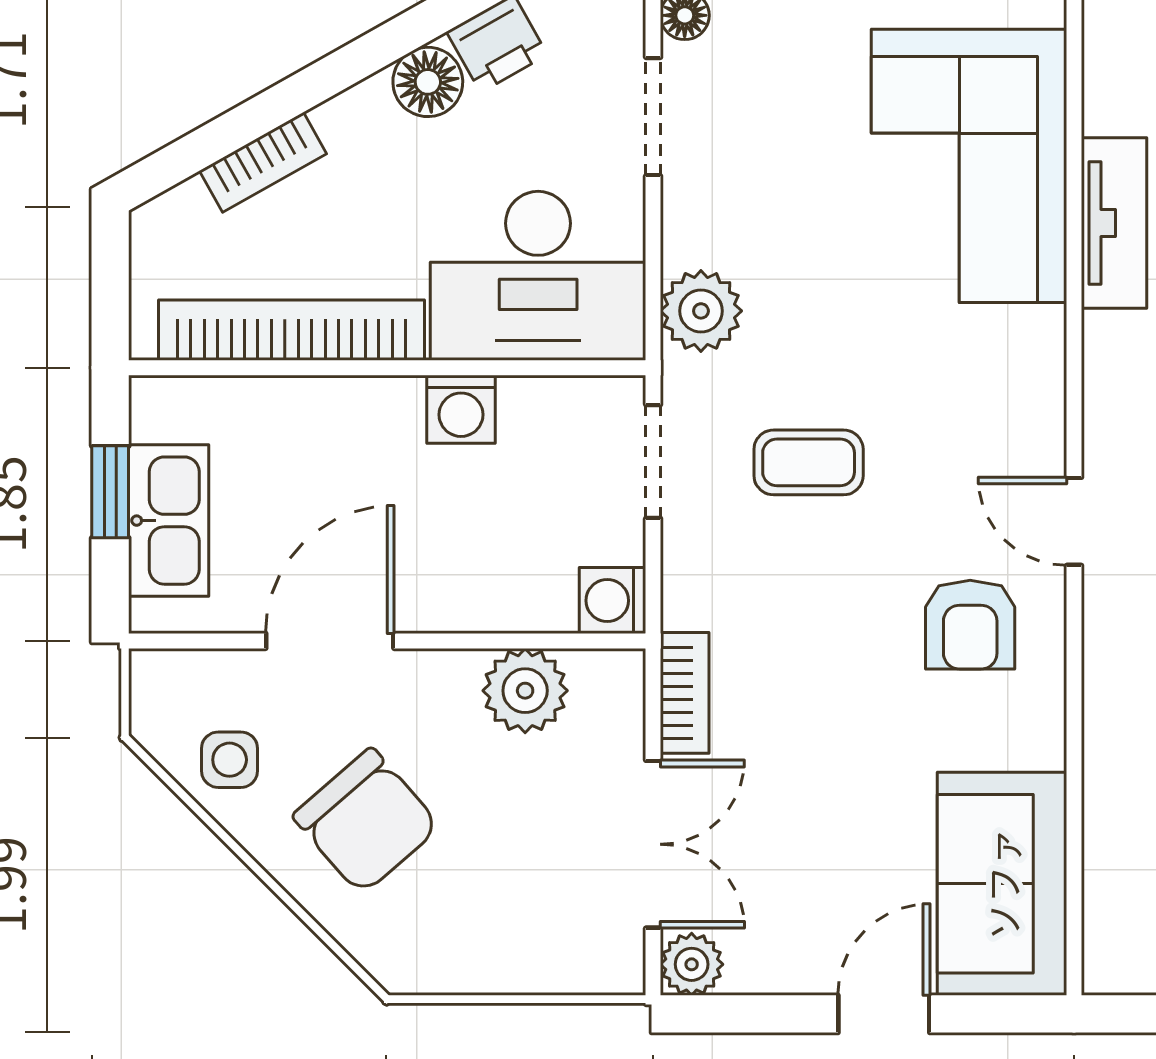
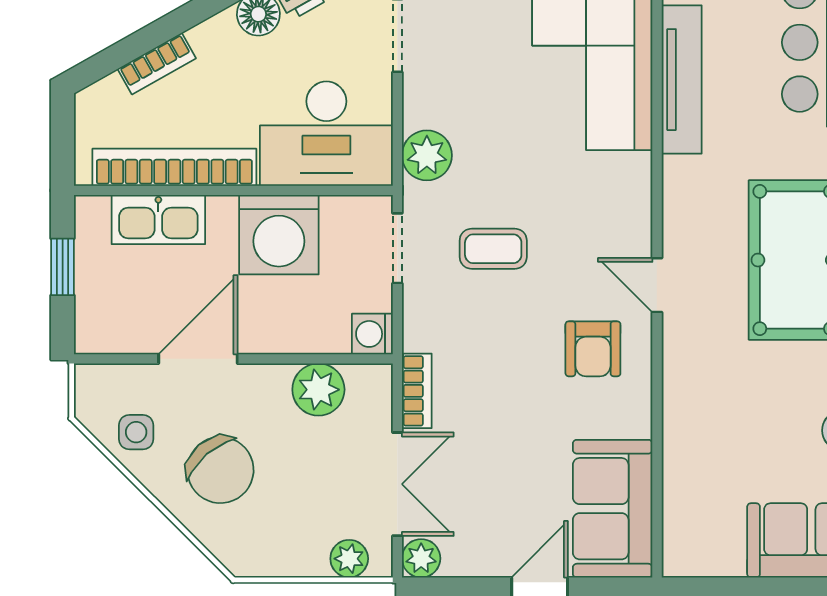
tv unit: (1114, 223) -> (682, 80), width x1.41
washing machine: (461, 409) -> (279, 235), width x1.89, depth x1.89
kitchen sink: (169, 521) -> (158, 220), moved, turned 90
plant: (575, 965) -> (349, 559), added

